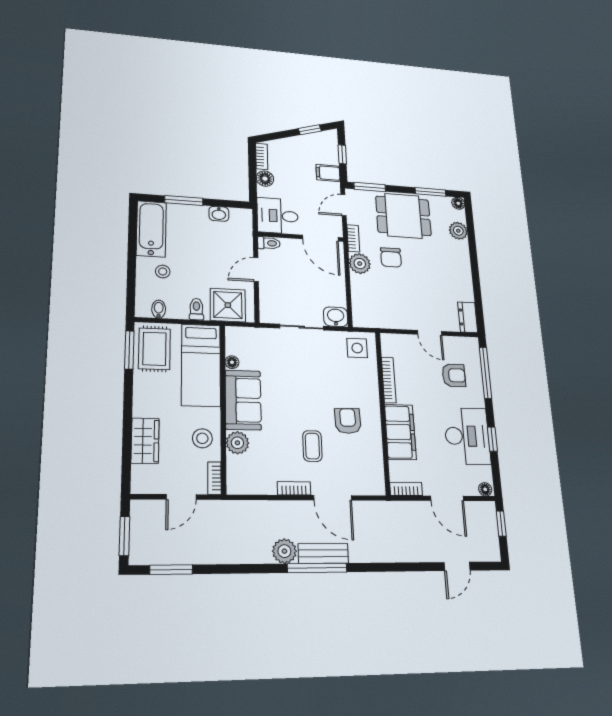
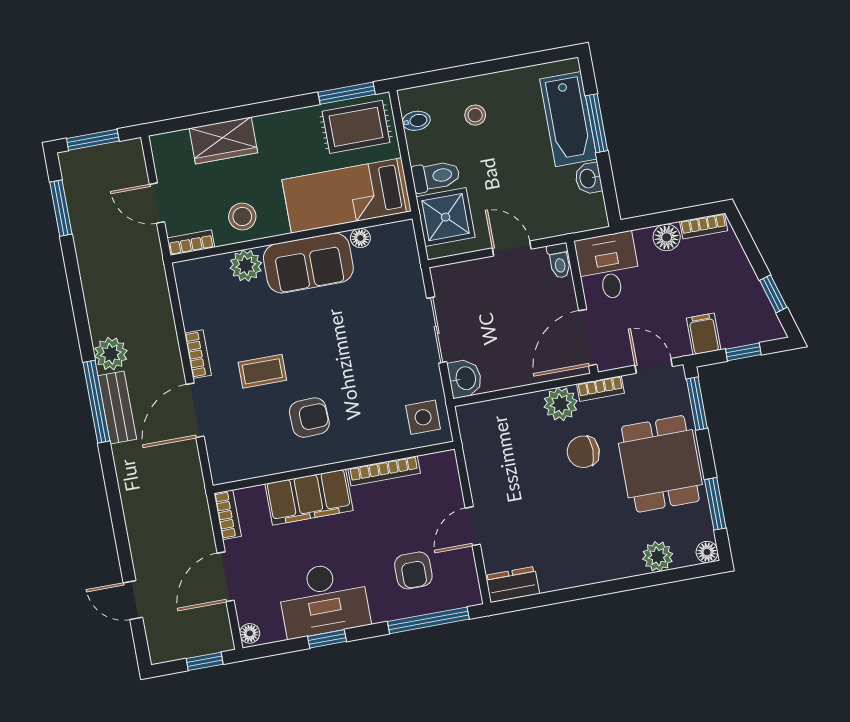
bathtub: (151, 229) -> (568, 119), moved, turned 90
toilet: (196, 309) -> (436, 176), width x1.37, depth x1.39

